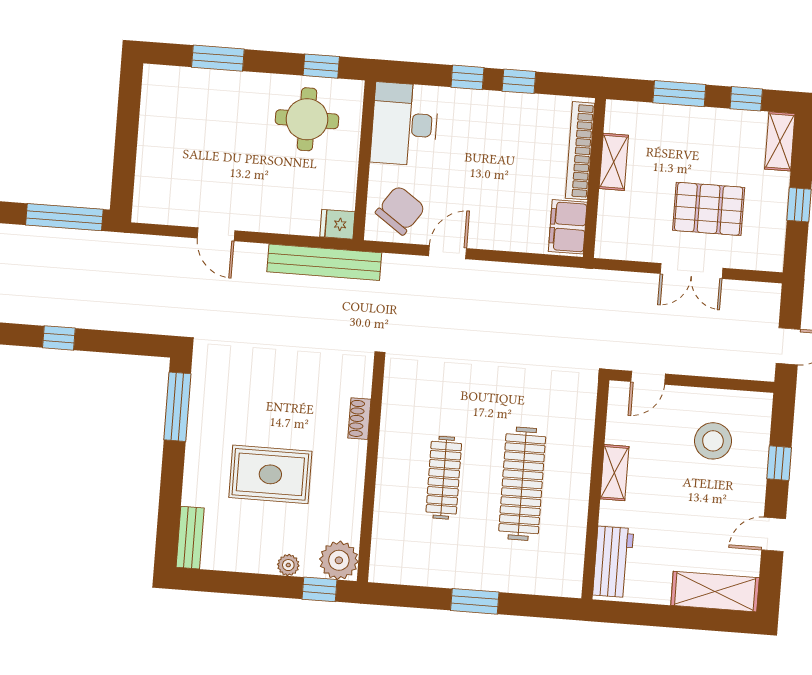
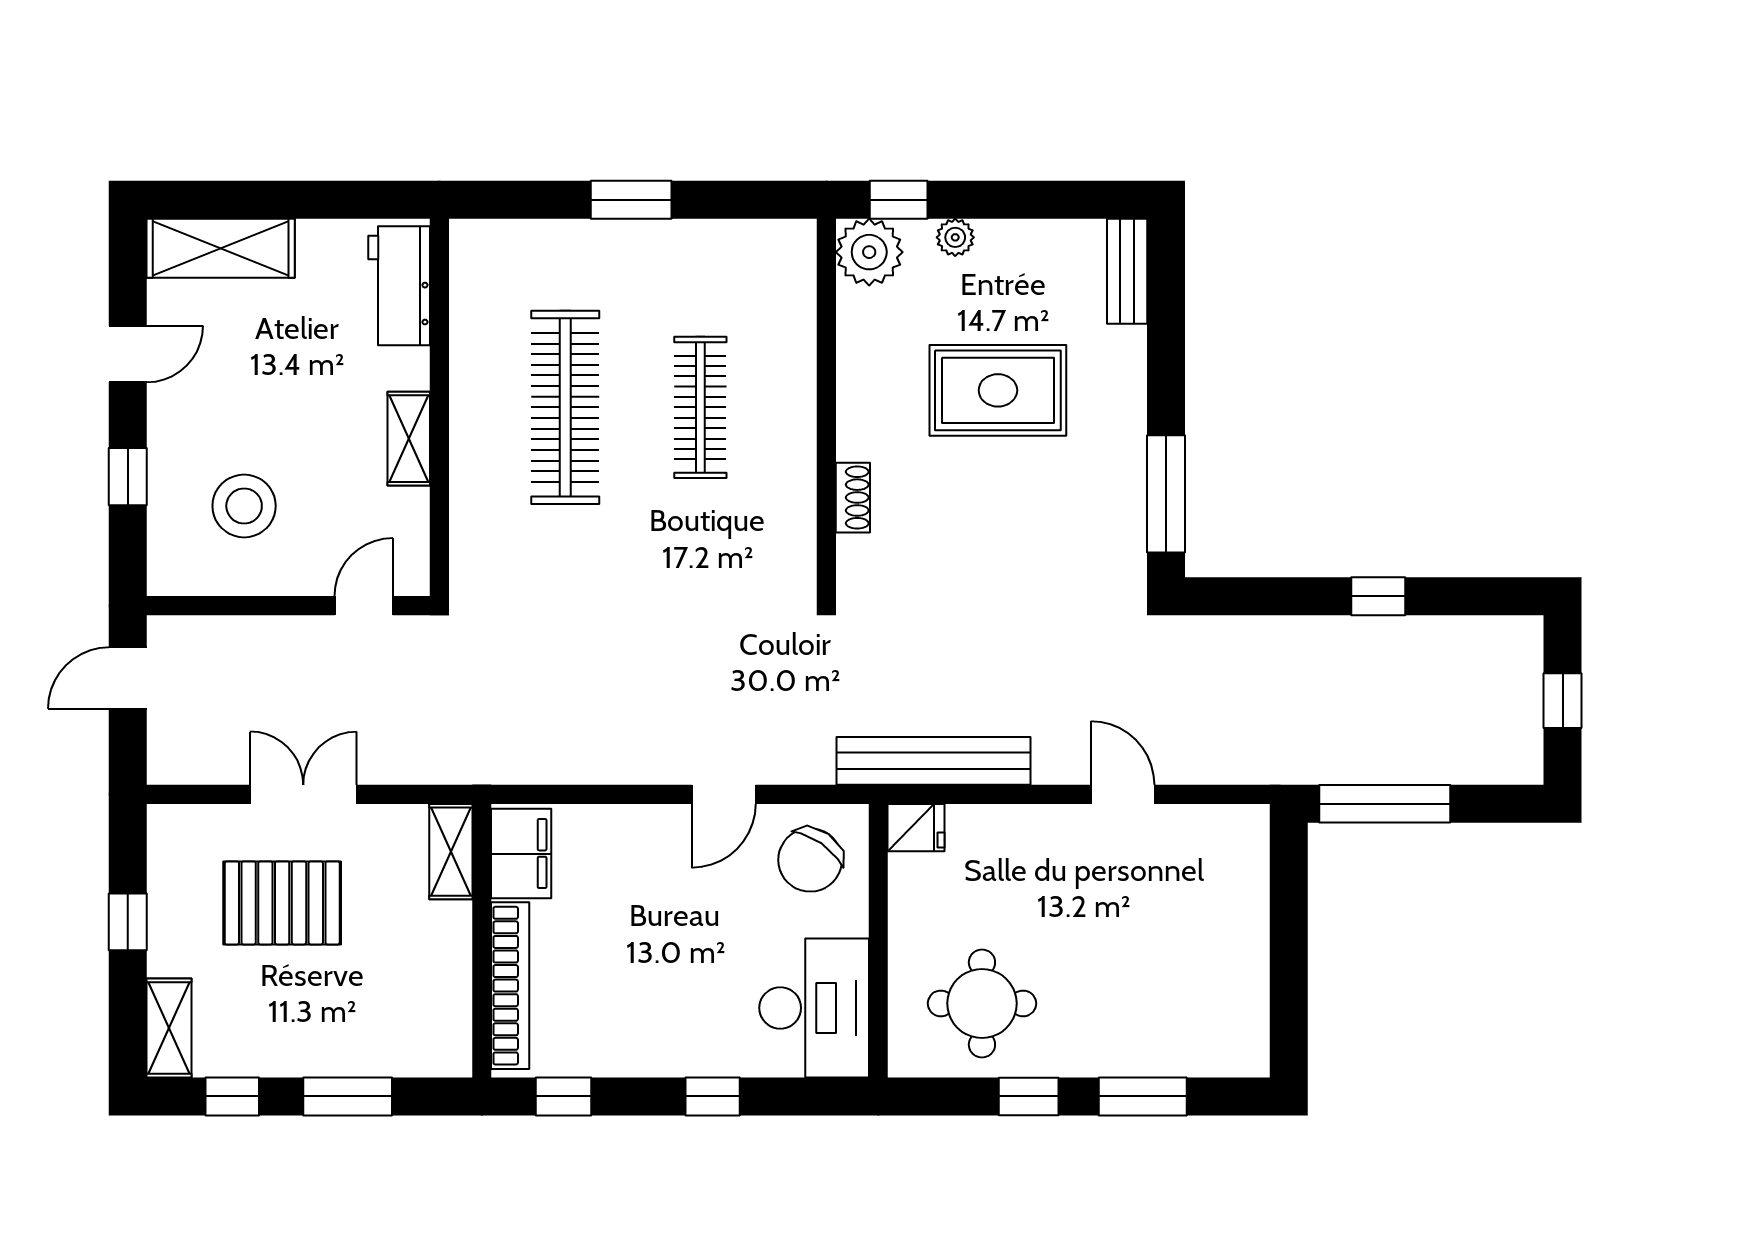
window: (321, 66) -> (1029, 1096), moved
window: (519, 81) -> (564, 1096), moved
shelving: (614, 162) -> (451, 852), moved

